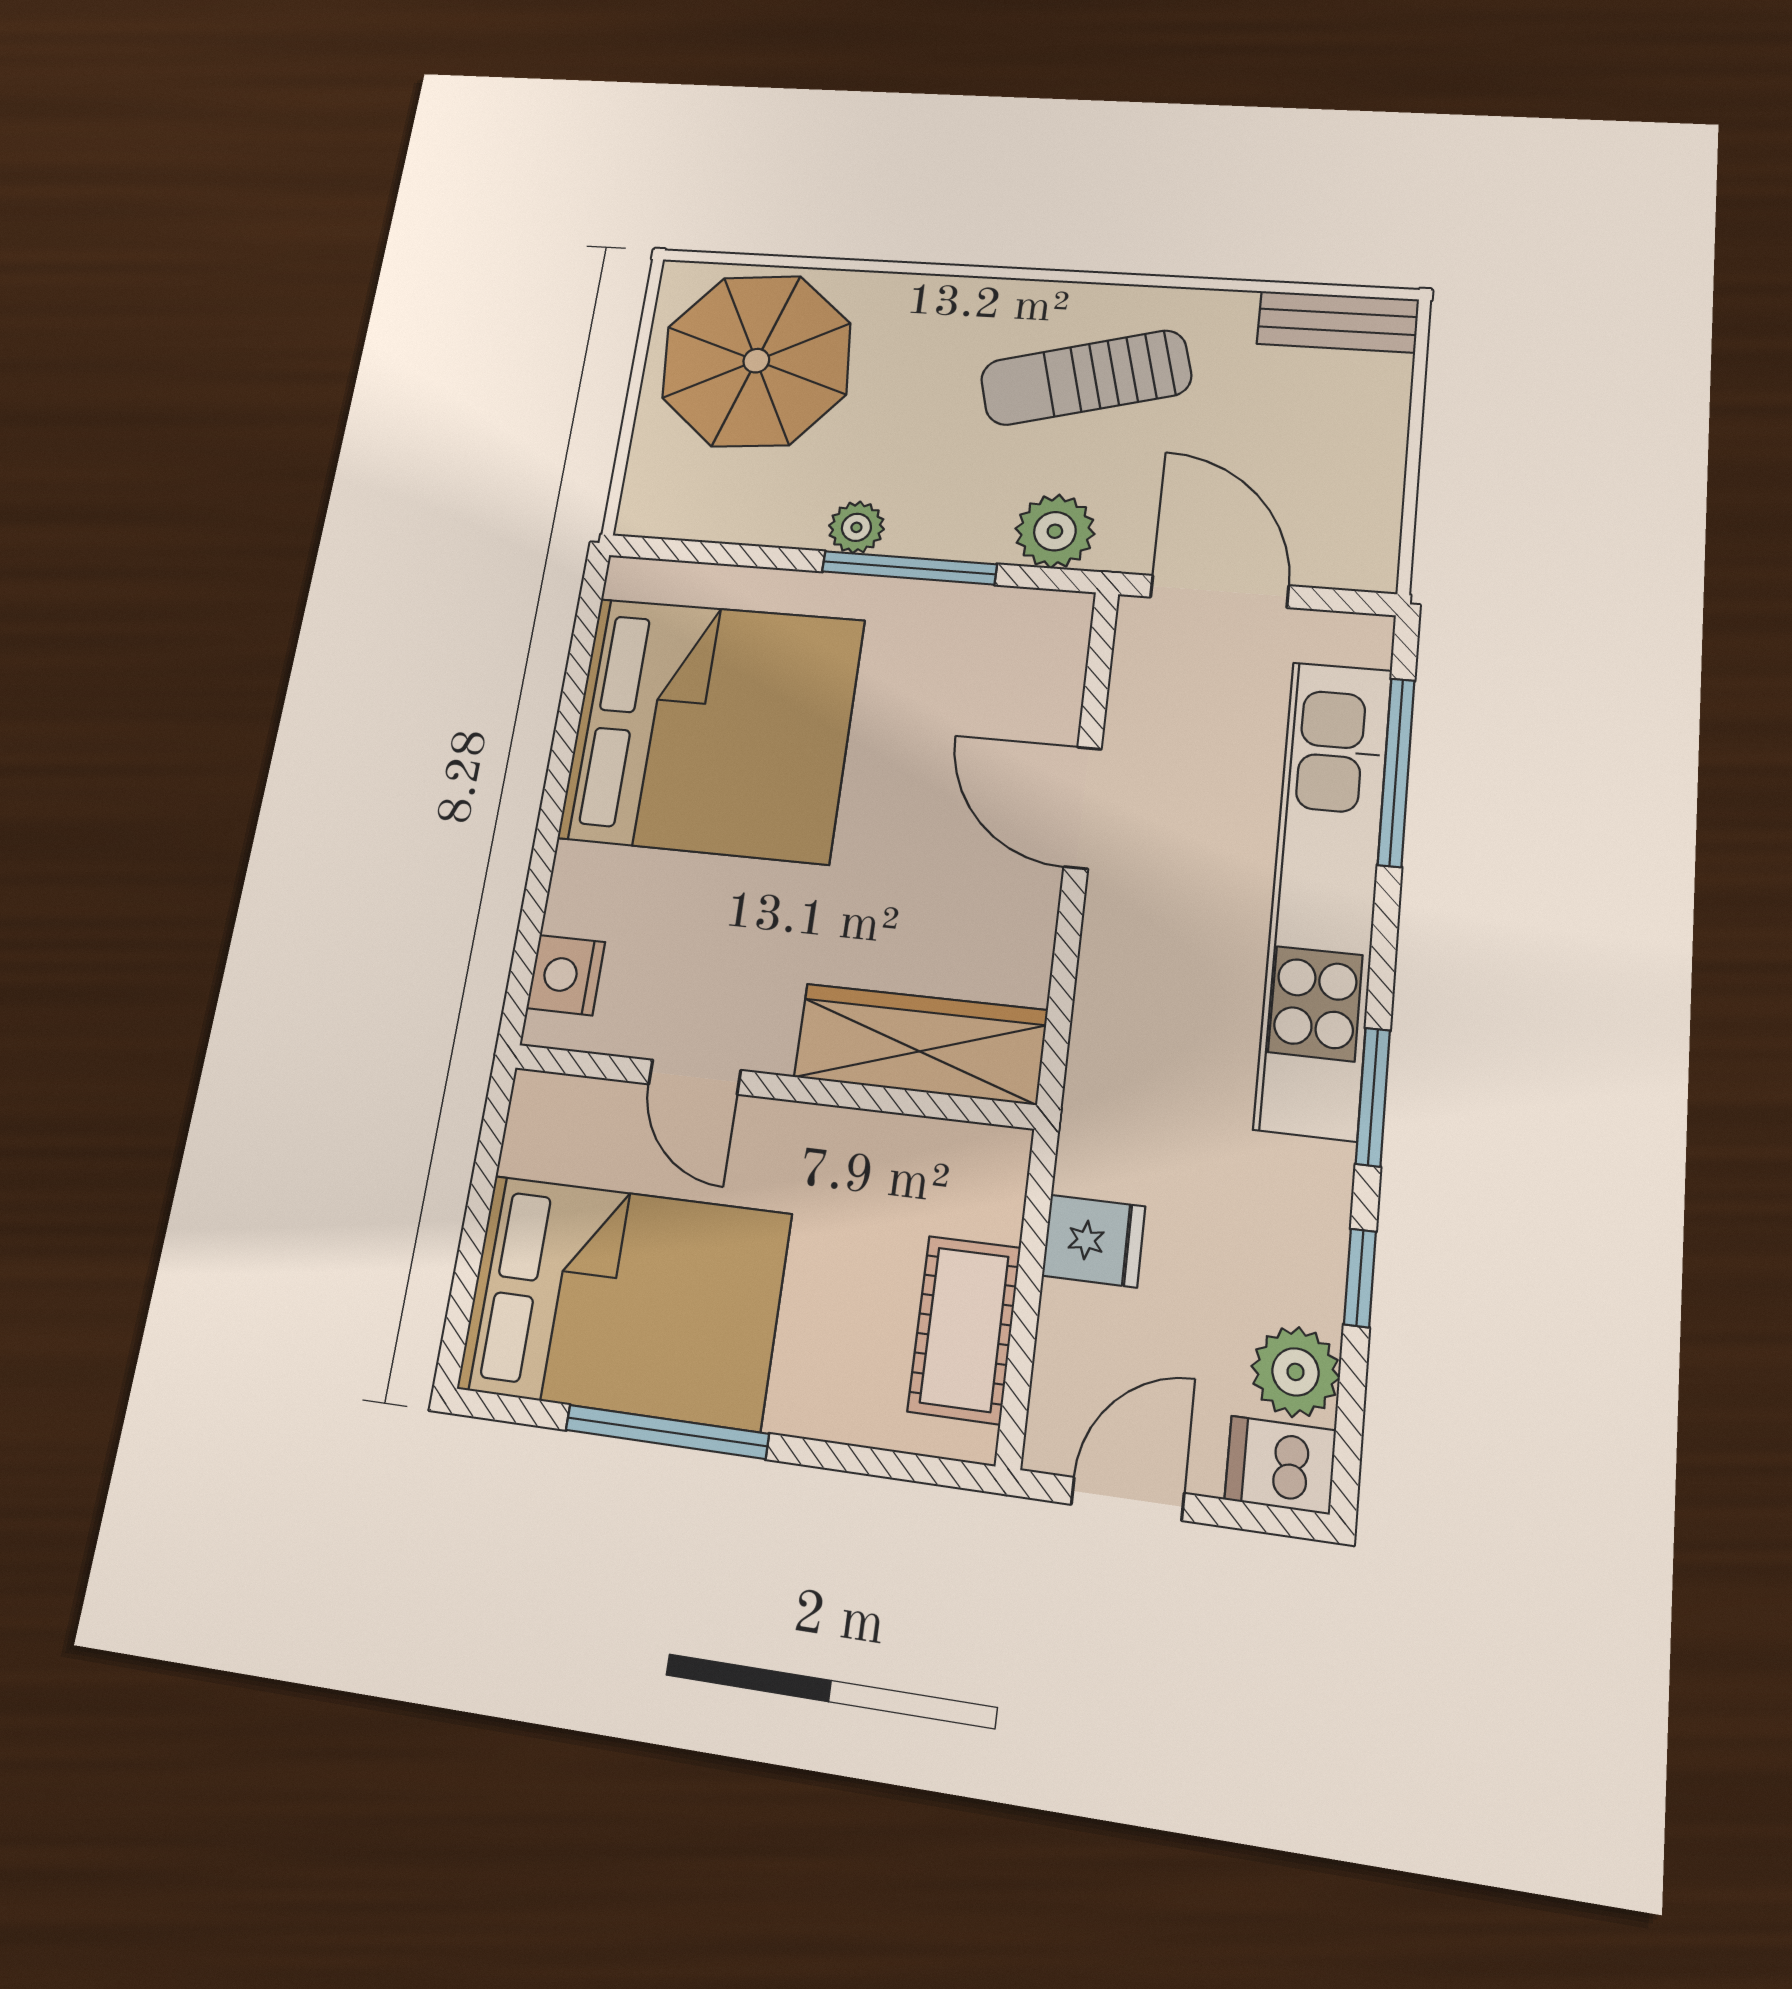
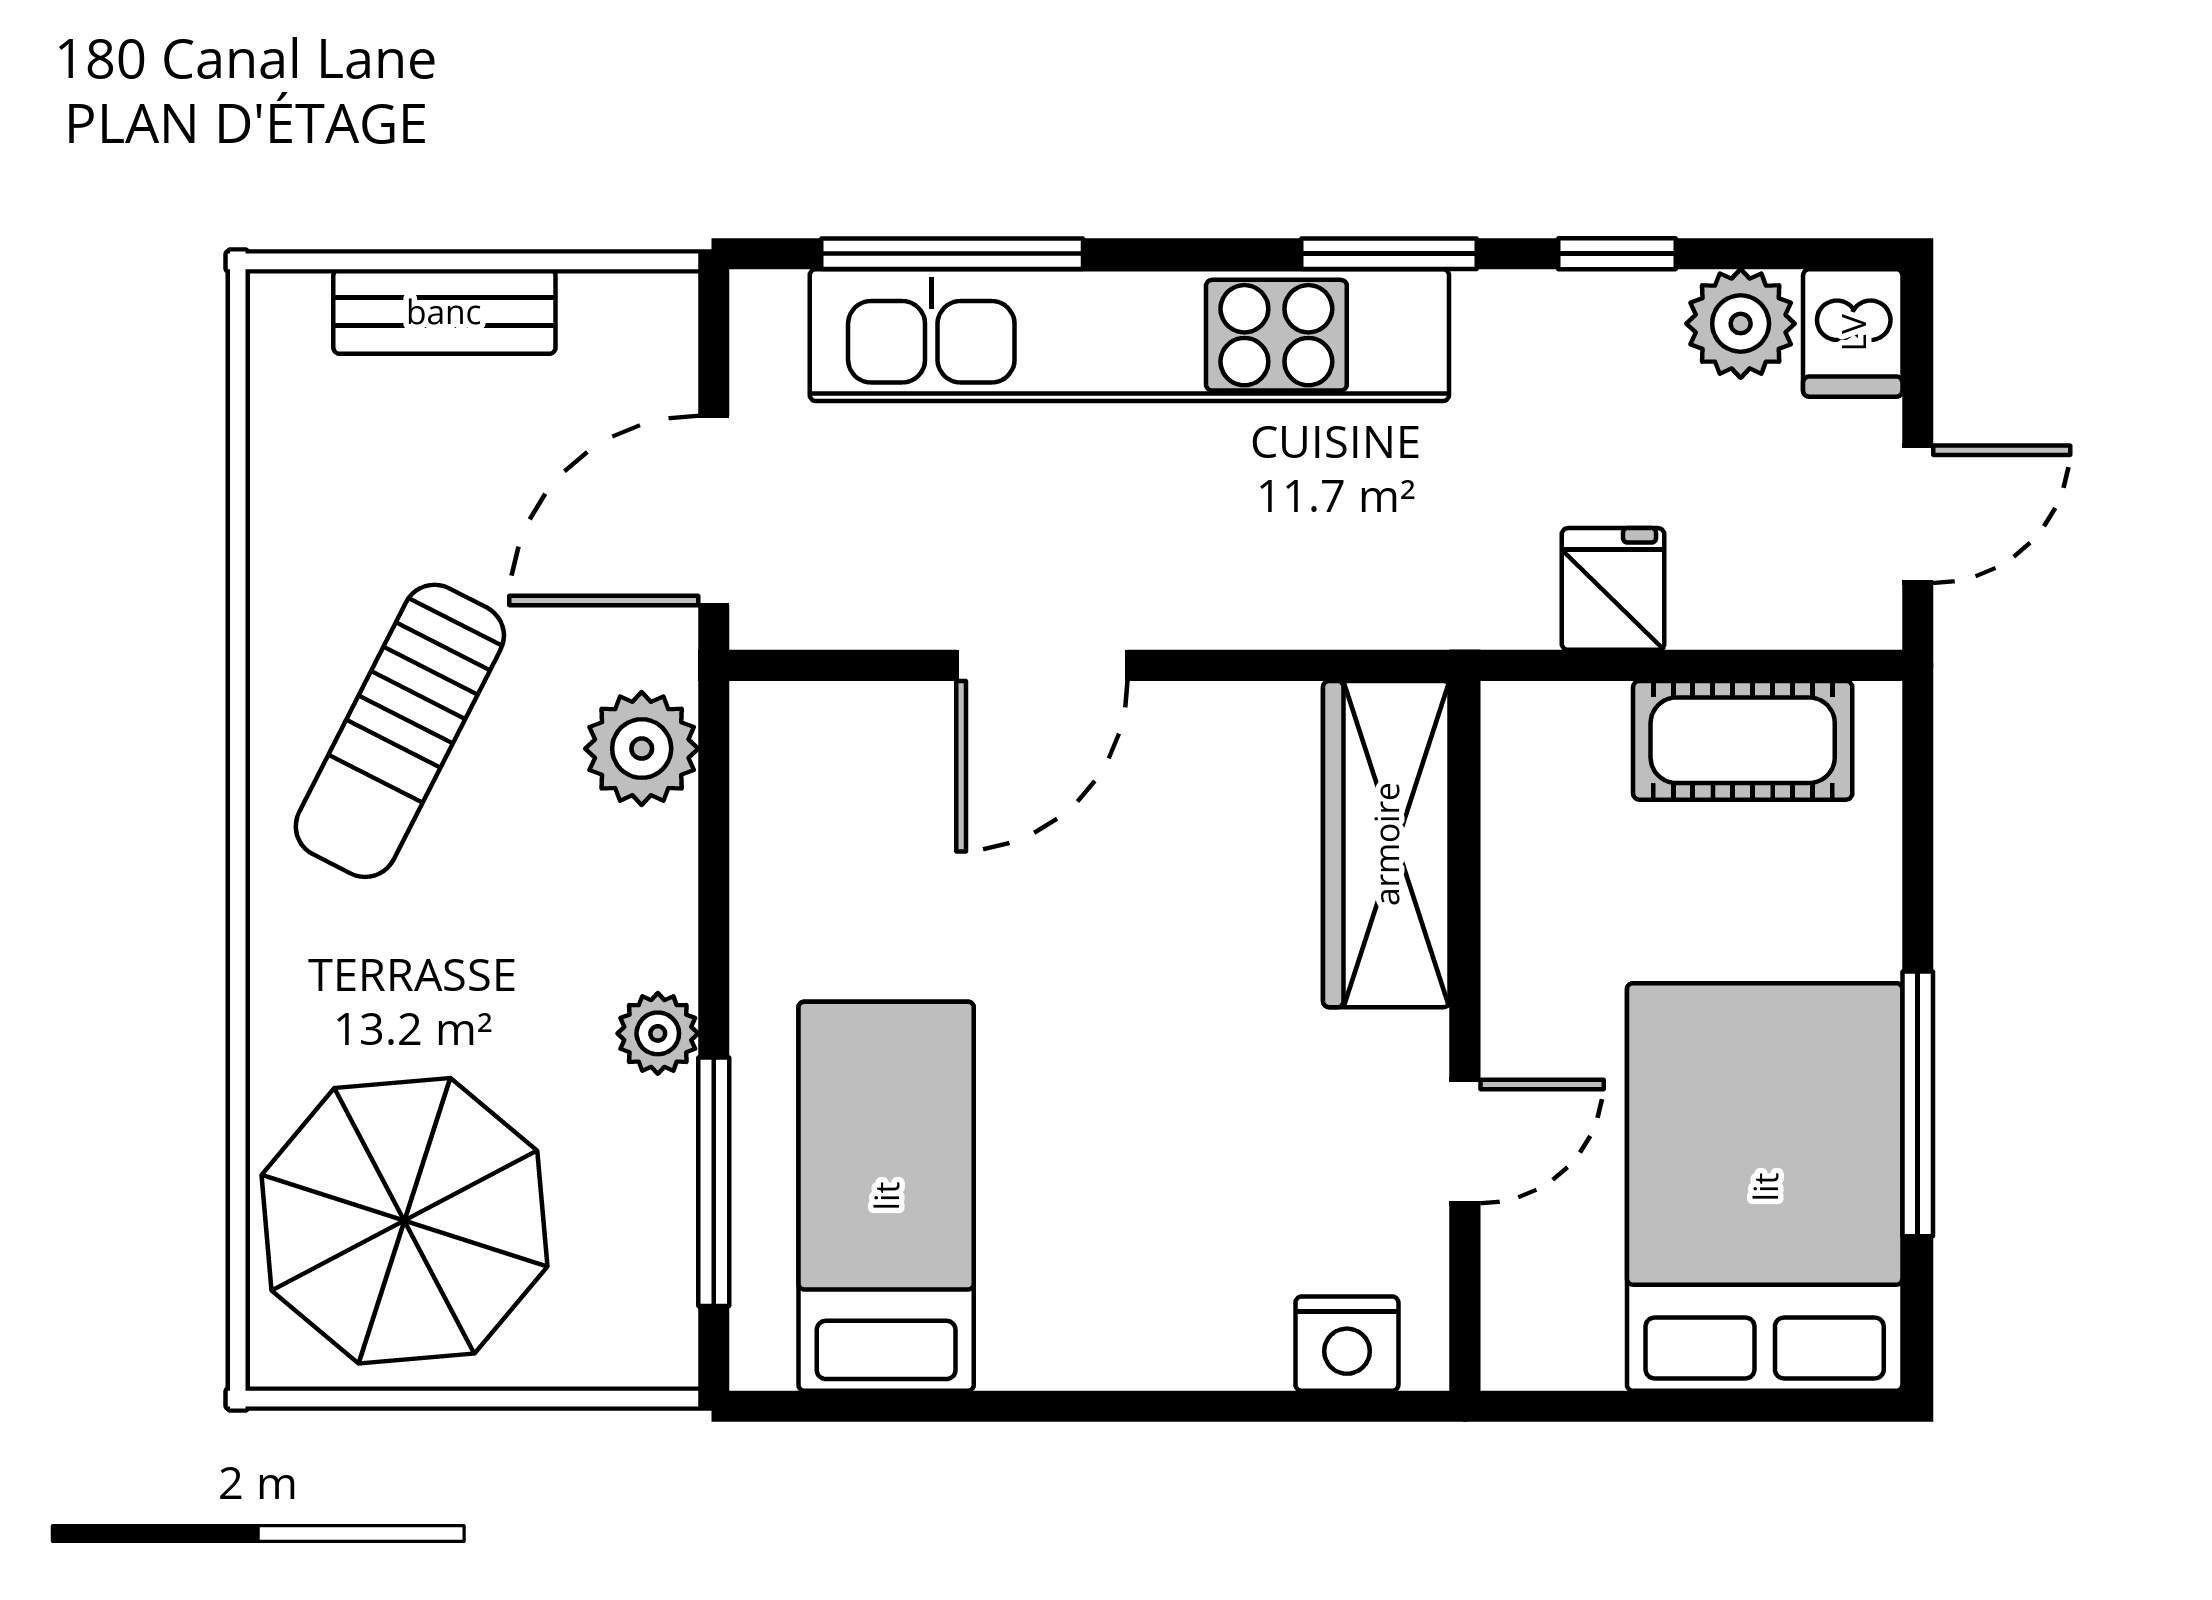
bench: (1337, 322) -> (444, 311), moved, turned 90
sun lounger: (1086, 378) -> (400, 731), turned 42
window: (909, 568) -> (714, 1182), moved
bed: (712, 729) -> (886, 1196), width x0.49
door: (1128, 1499) -> (1918, 514), swing flipped

